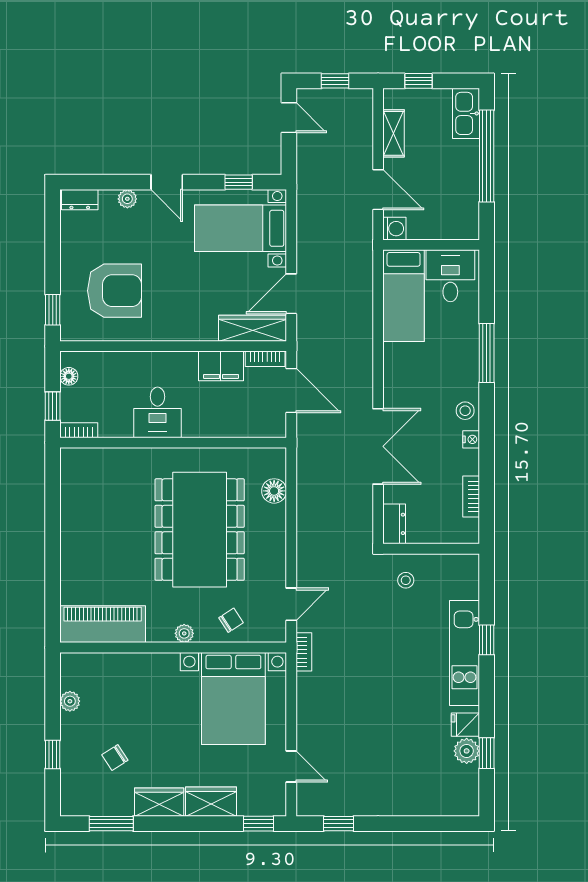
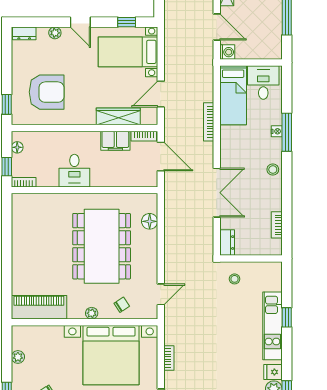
wardrobe: (253, 328) -> (118, 116), moved
bookcase: (366, 337) -> (209, 122), added
nightstand: (471, 439) -> (277, 131), moved
bookcase: (304, 652) -> (169, 358), moved
bed with nightstands: (233, 698) -> (111, 355), width x1.36

